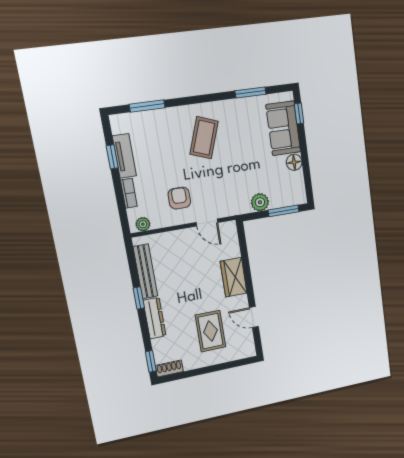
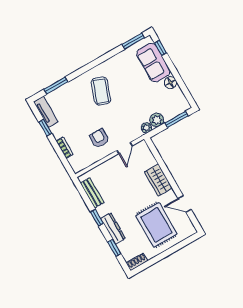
window: (251, 93) -> (133, 41), moved
tv unit: (124, 156) -> (46, 112), moved
door: (207, 223) -> (125, 148), hinge flipped
plant: (143, 224) -> (146, 128), moved
bench: (145, 271) -> (92, 193), width x0.73
rug: (210, 331) -> (156, 225), width x1.36, depth x1.43
window: (151, 361) -> (114, 248), moved

